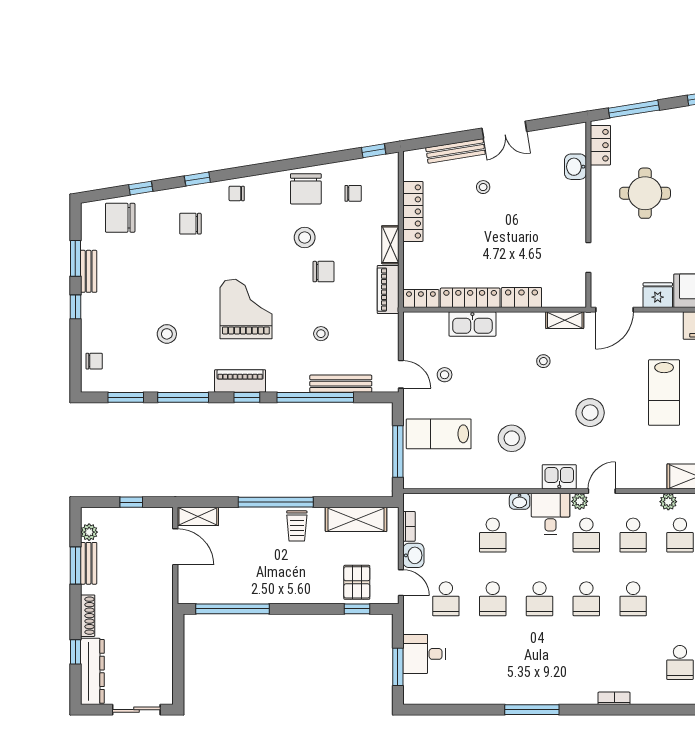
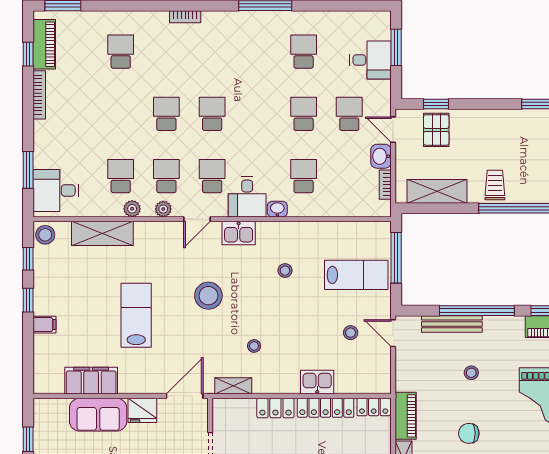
kitchen sink: (472, 324) -> (317, 382), width x0.73
stool: (512, 438) -> (285, 271), width x0.53, depth x0.53
plant: (580, 501) -> (163, 209), moved
school desk: (540, 599) -> (304, 52), moved

